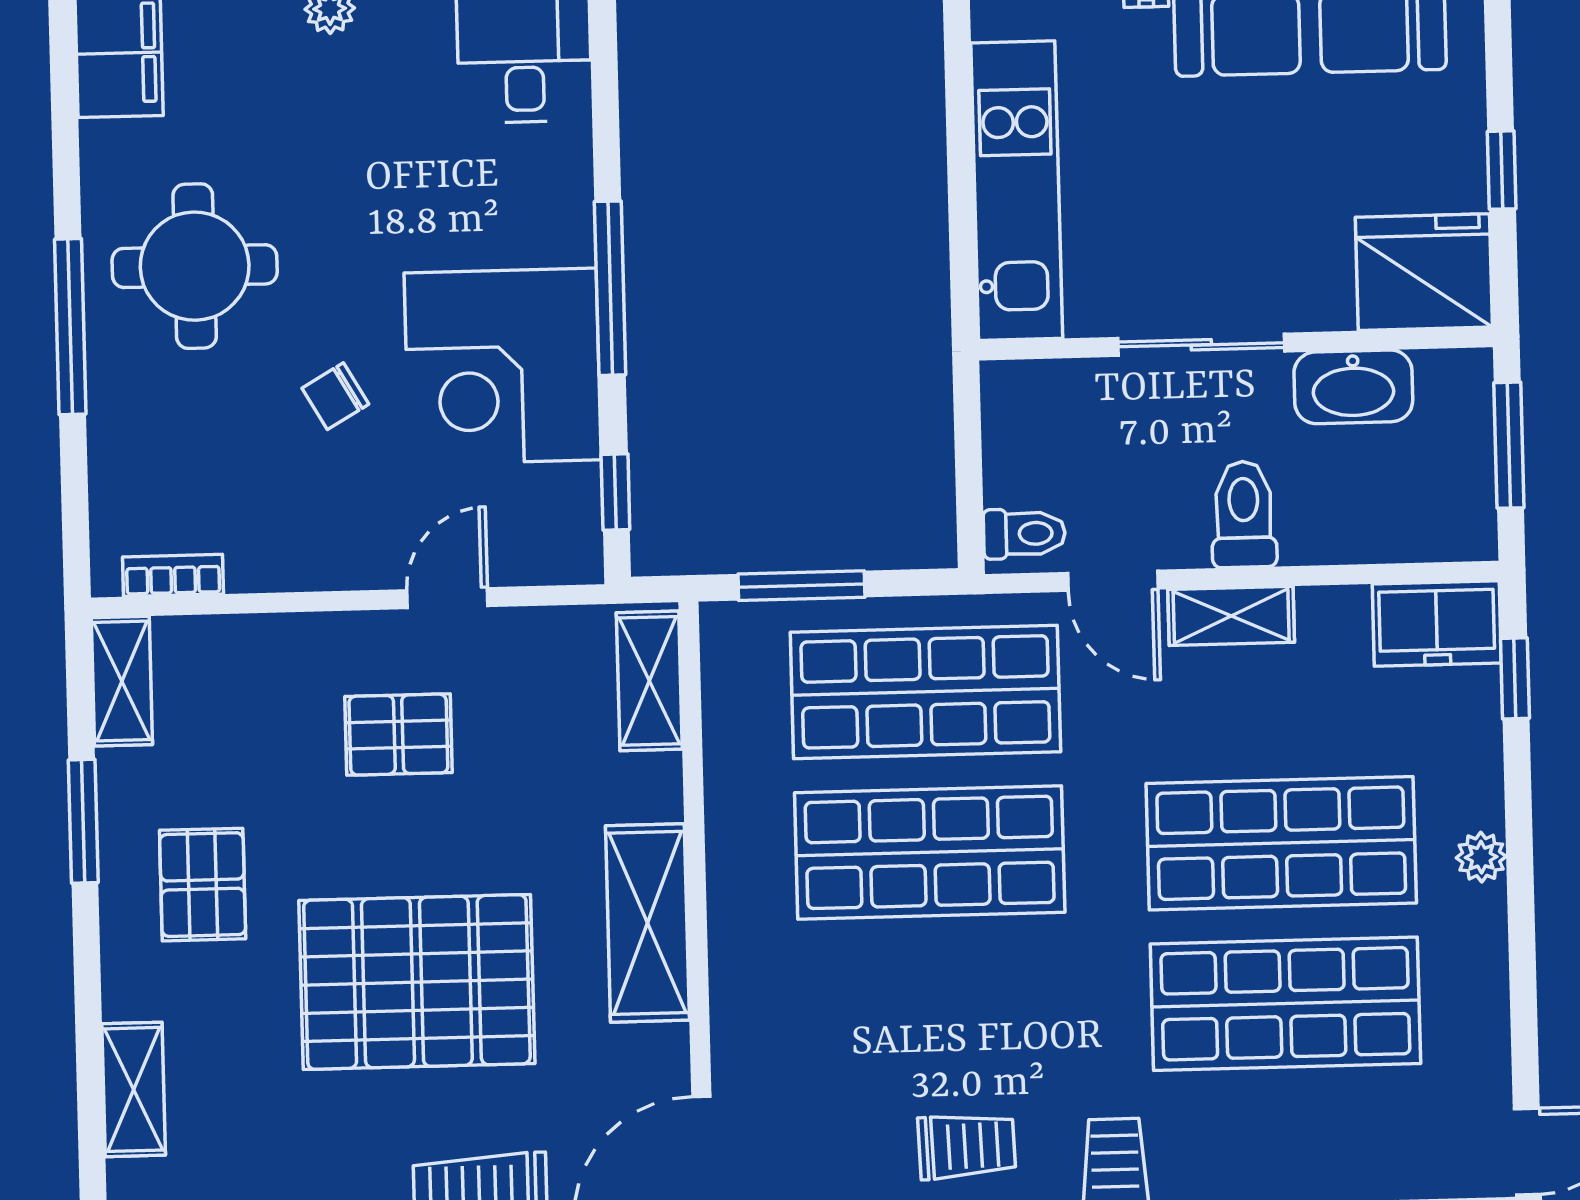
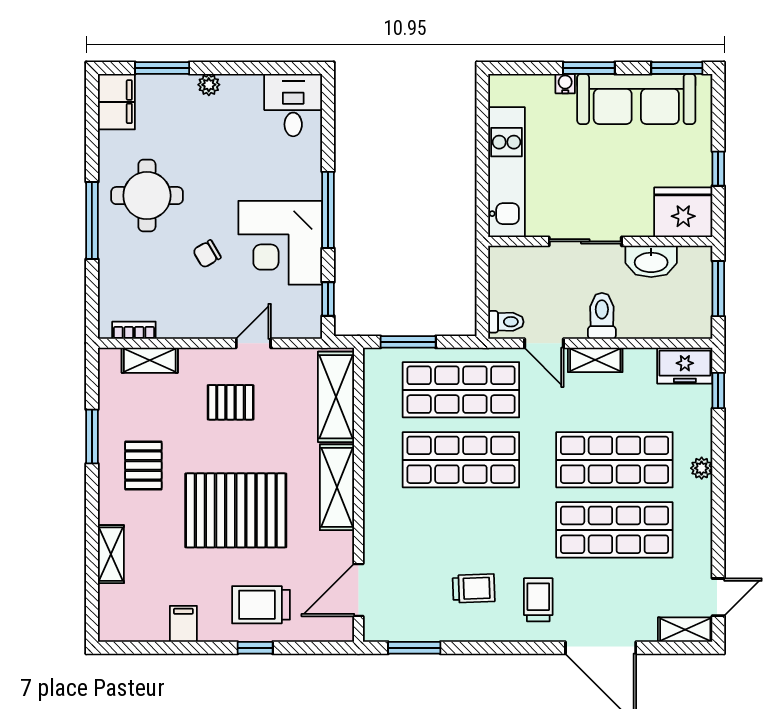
shelving: (122, 681) -> (150, 360), moved, turned 90
shelving: (649, 681) -> (336, 397), width x1.50, depth x1.33

